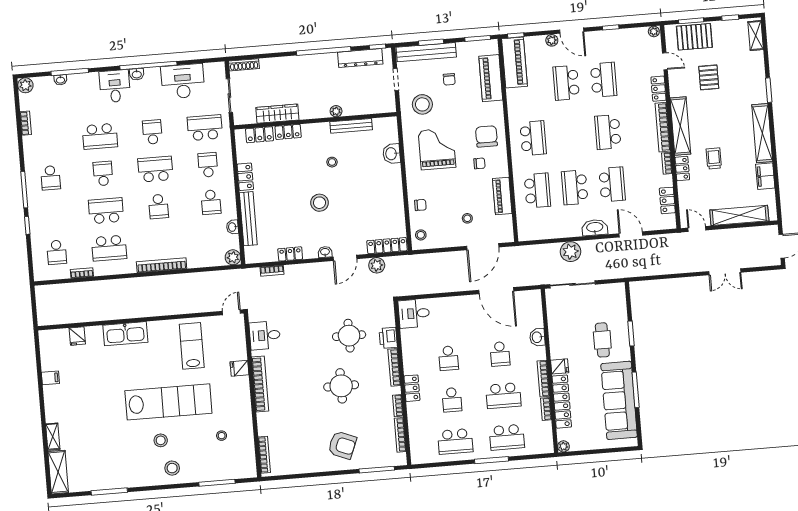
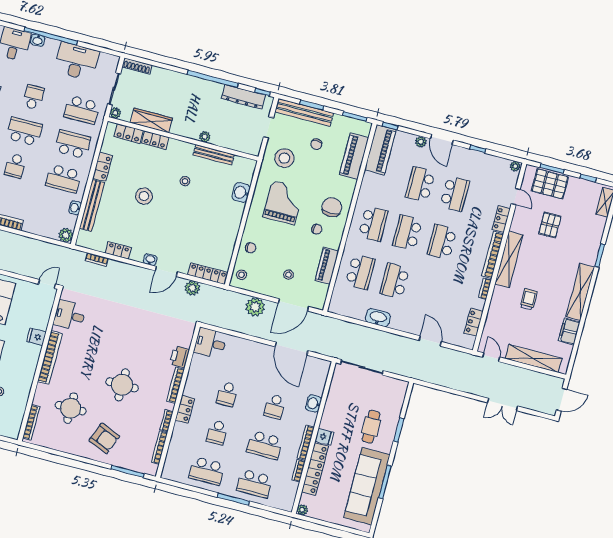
plant: (239, 119) -> (115, 113), added
school desk: (205, 128) -> (82, 110), turned 180
school desk: (208, 165) -> (73, 144), width x1.85
locker: (682, 169) -> (497, 298), removed
school desk: (612, 184) -> (407, 233), moved, turned 180
school desk: (211, 202) -> (64, 179), width x1.85
stool: (319, 203) -> (144, 196), moved
washbasin: (595, 228) -> (378, 318), moved
plant: (570, 252) -> (255, 307), moved
round table: (349, 336) -> (71, 408), moved

